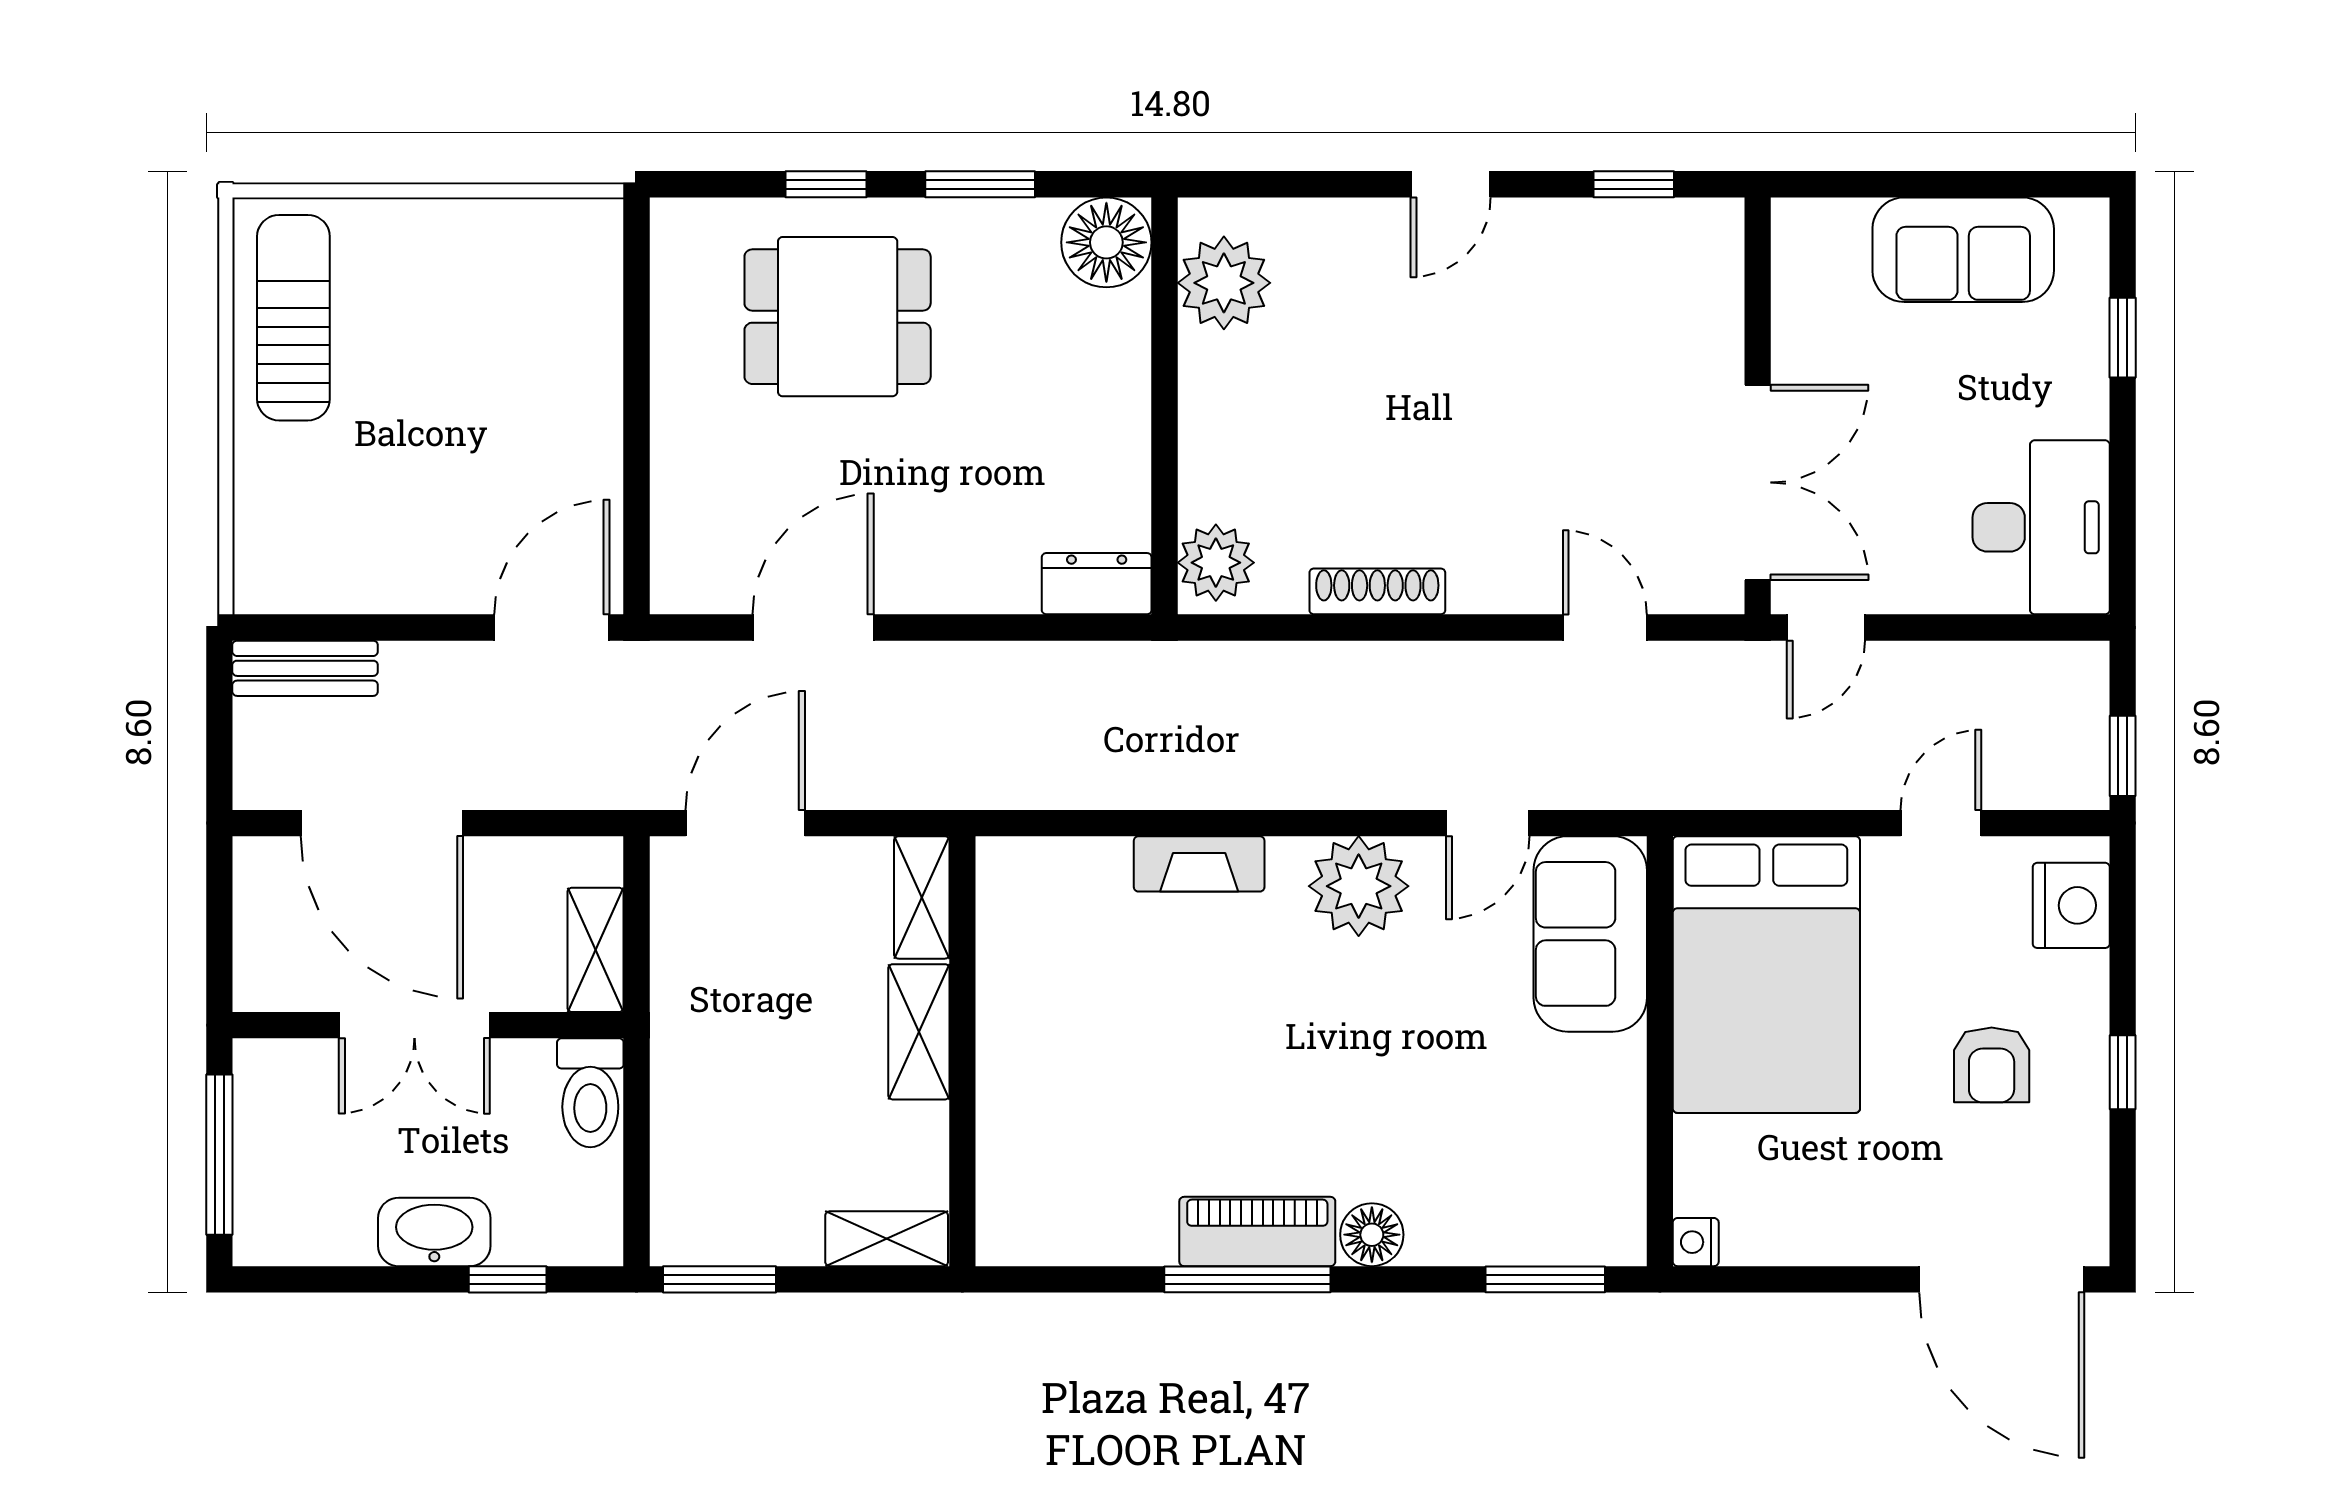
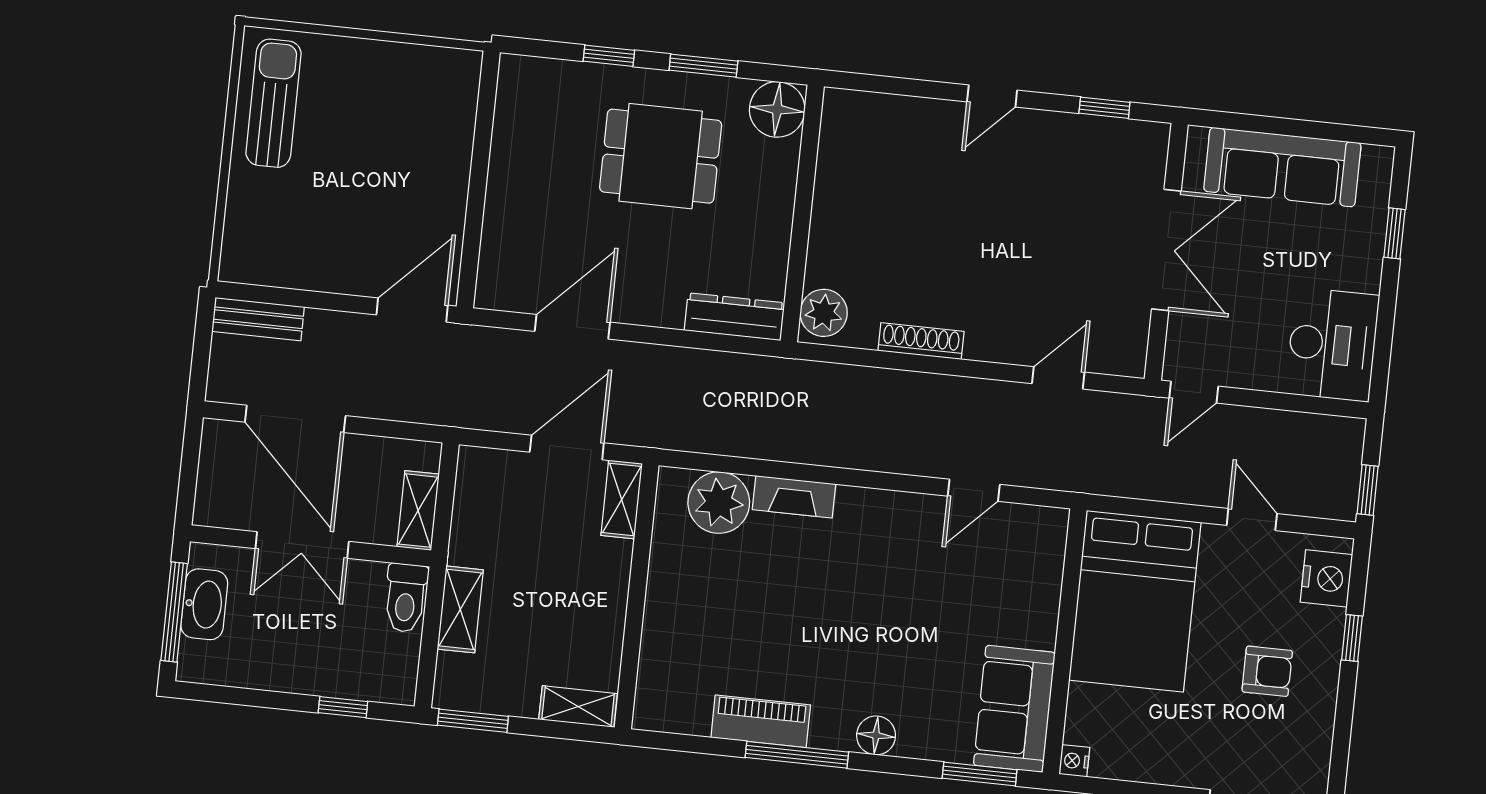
sofa: (1963, 250) -> (1282, 167), width x1.36
plant: (1224, 283) -> (847, 142), removed
dining table: (838, 317) -> (661, 156), moved
double door: (1758, 482) -> (1166, 250), moved
dresser: (1097, 584) -> (734, 317), width x1.44
door: (1605, 628) -> (1058, 378), hinge flipped
door: (745, 823) -> (567, 448), moved
door: (1941, 823) -> (1252, 520), hinge flipped
plant: (1359, 886) -> (719, 503), moved
sofa: (1590, 934) -> (1014, 709), moved
shelving: (919, 1032) -> (460, 609), moved
armchair: (1992, 1065) -> (1267, 671), turned -90
window: (2123, 1072) -> (1352, 638), moved
piano: (1257, 1231) -> (761, 721), moved
washbasin: (434, 1232) -> (204, 604), moved, turned 90

